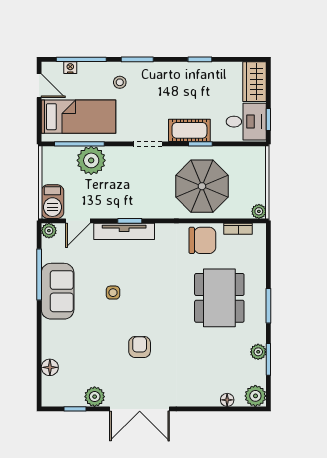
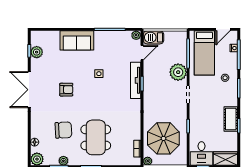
cot: (189, 130) -> (231, 119), moved
plant: (91, 160) -> (178, 72), moved
parasol: (202, 186) -> (163, 138), moved
door: (78, 221) -> (142, 53), swing flipped
chair: (202, 240) -> (63, 130), moved, turned -93
sofa: (58, 291) -> (77, 40), moved
dining table: (219, 298) -> (96, 137), turned 90
floor lamp: (50, 367) -> (54, 36), removed
plant: (95, 397) -> (37, 52), moved

